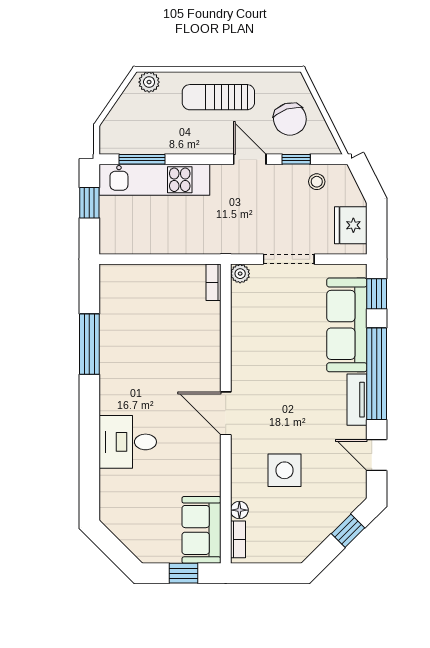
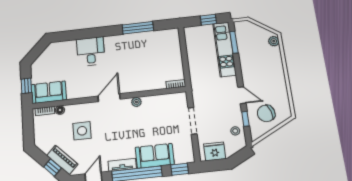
sun lounger: (218, 97) -> (272, 76), removed
door: (250, 159) -> (242, 95), hinge flipped
plant: (240, 274) -> (136, 102), moved
sofa: (347, 325) -> (155, 156), width x0.73
piano: (336, 511) -> (62, 160), added

